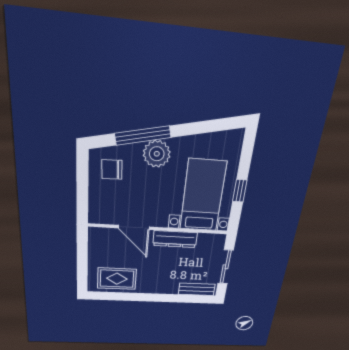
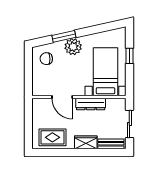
window: (143, 135) -> (64, 36), width x0.69
window: (240, 191) -> (129, 56), moved
wardrobe: (163, 286) -> (86, 142), added

